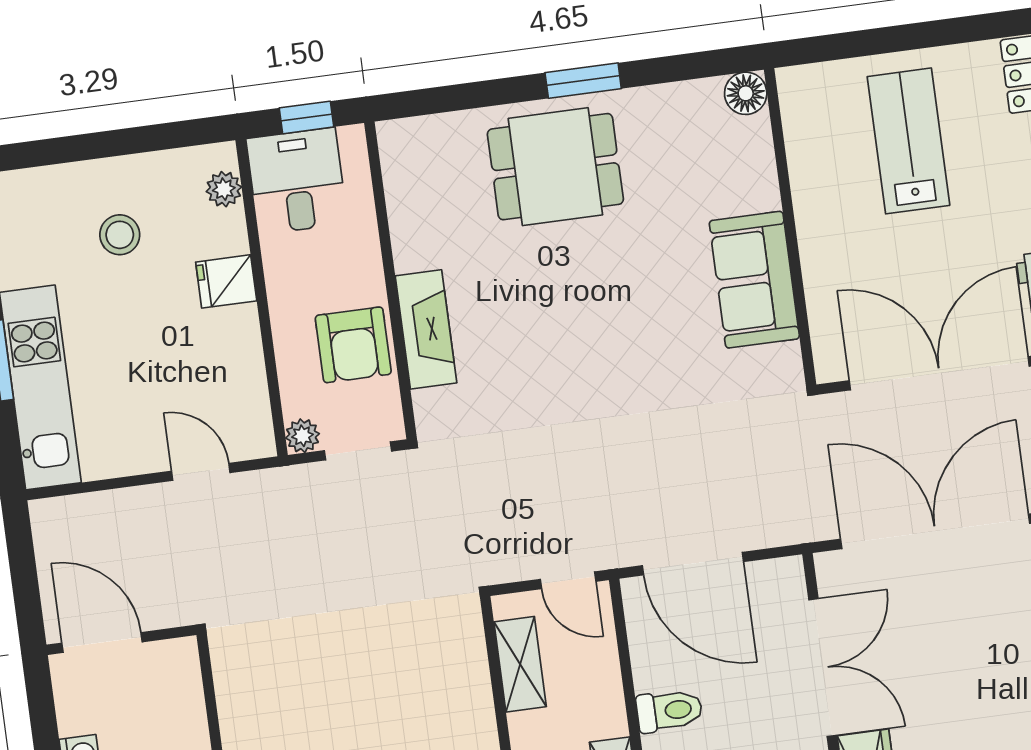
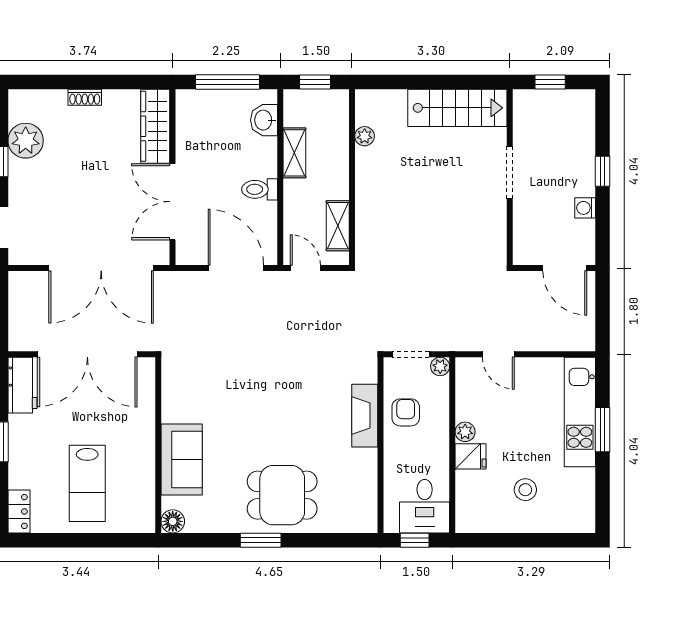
plant: (224, 189) -> (465, 432), moved
sofa: (754, 280) -> (182, 459), moved
armchair: (353, 345) -> (406, 412), width x0.72, depth x0.72

